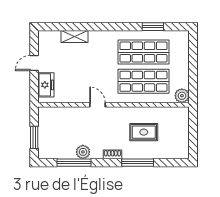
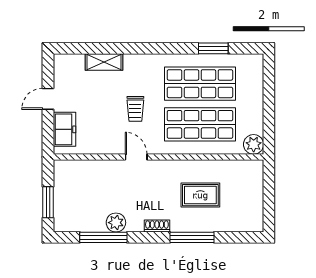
trolley: (97, 70) -> (135, 109), added

